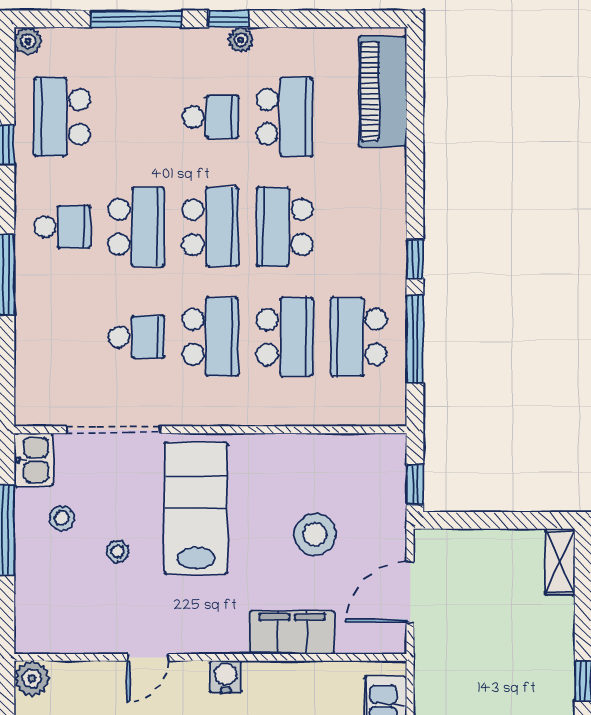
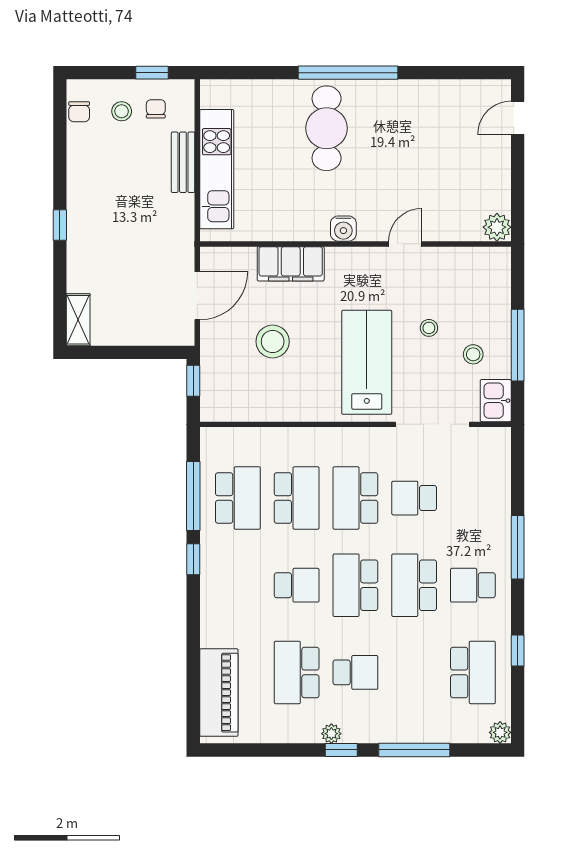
school desk: (210, 117) -> (355, 672), turned 180
school desk: (285, 227) -> (297, 585), width x0.54
school desk: (285, 337) -> (297, 498), turned 180
lab bench: (196, 508) -> (367, 362), turned 180

